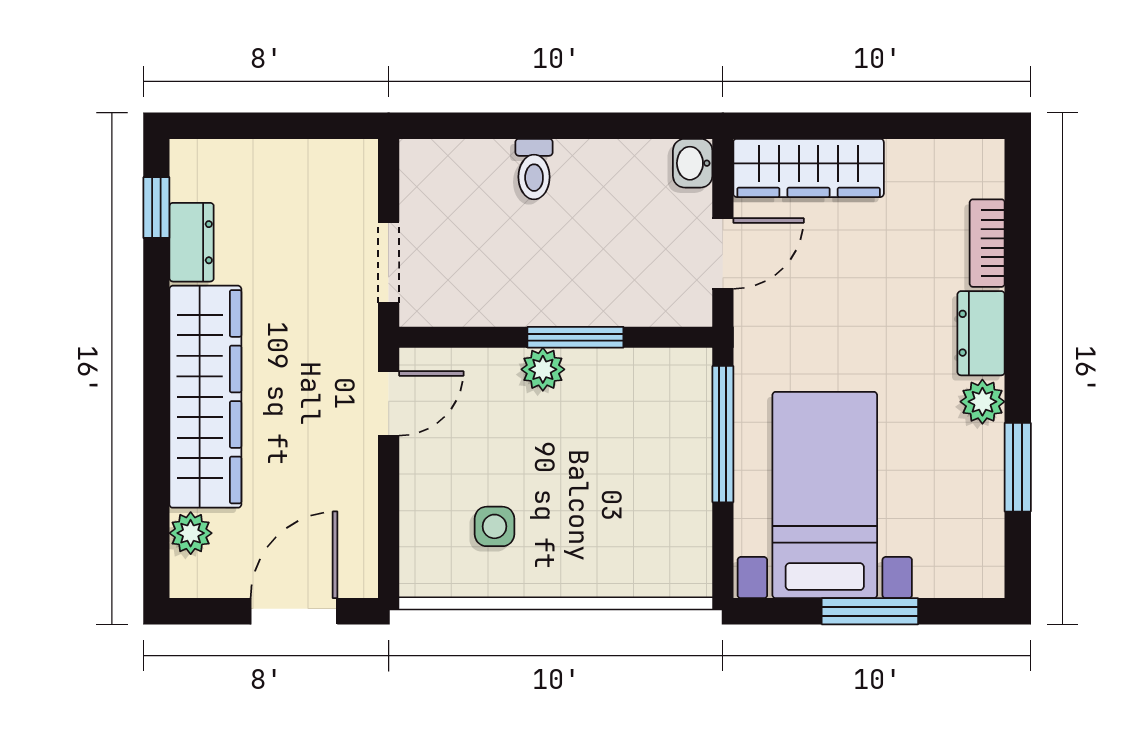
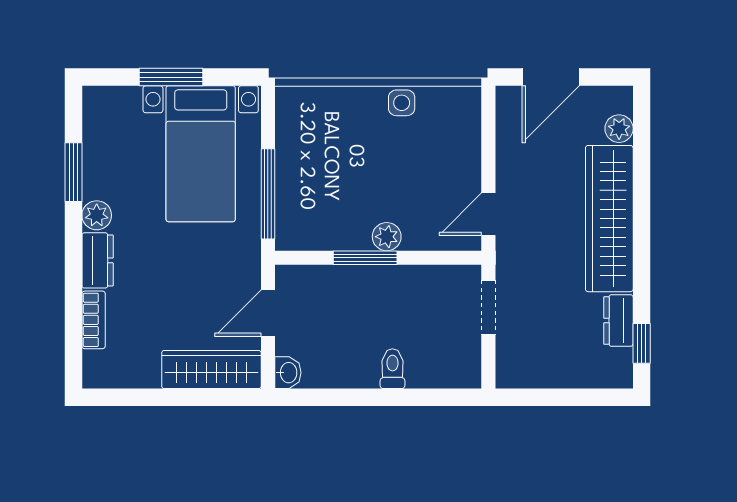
side table: (494, 526) -> (402, 103), moved

